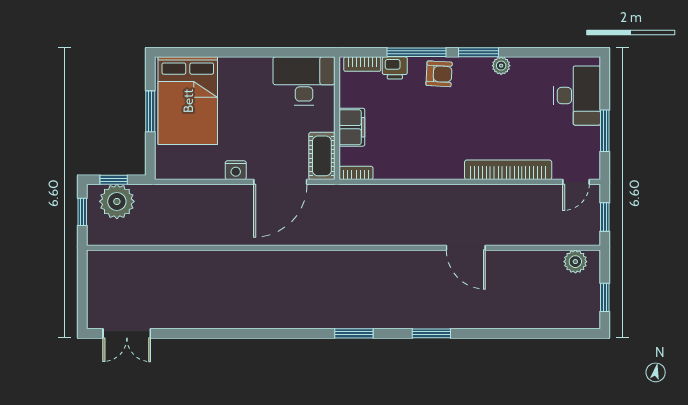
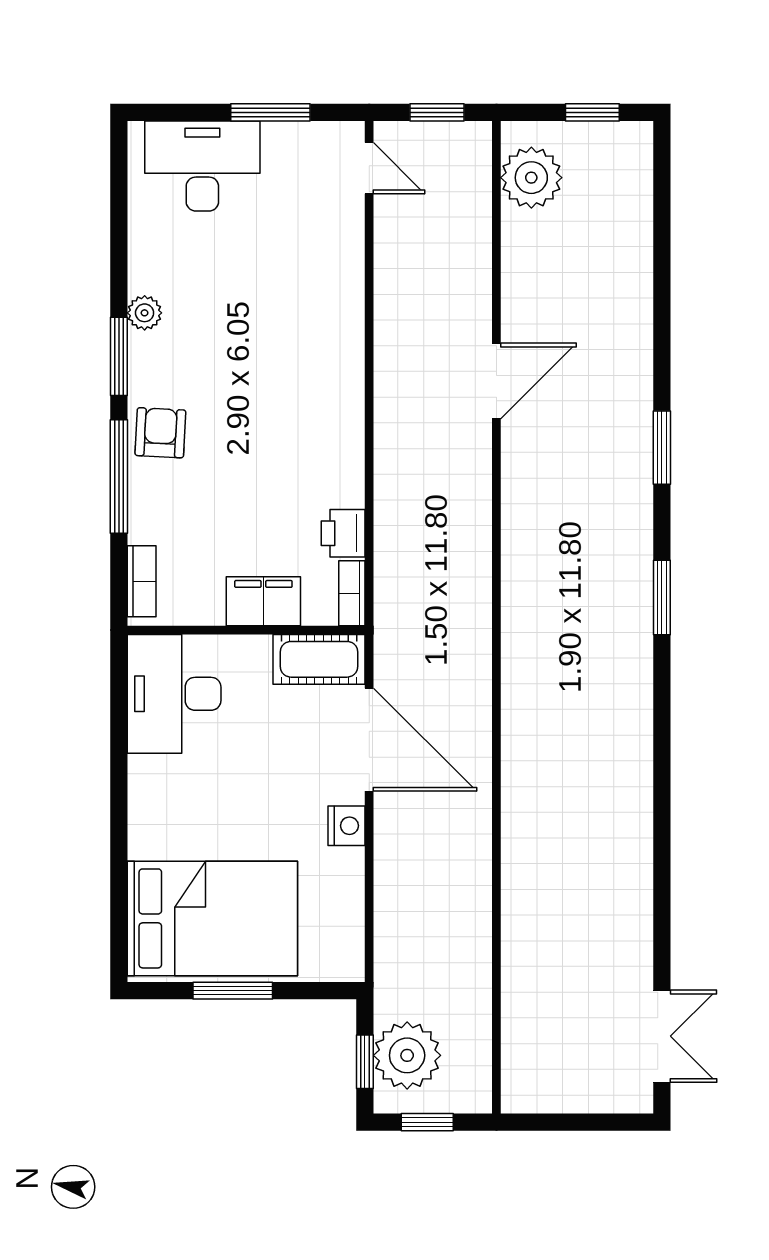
printer: (395, 68) -> (343, 533), moved, turned 180
bookcase: (508, 170) -> (346, 299), removed
plant: (575, 262) -> (531, 178), width x1.36, depth x1.36

